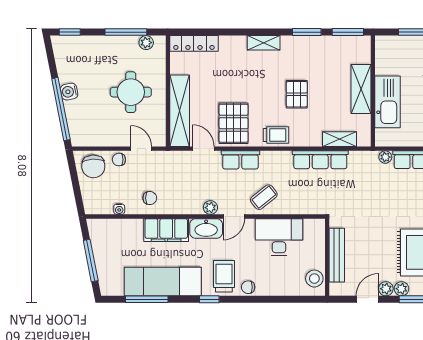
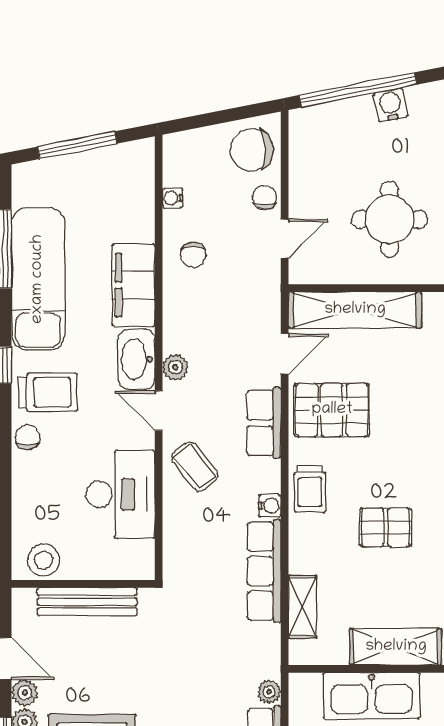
water cooler: (285, 157) -> (270, 506), added

